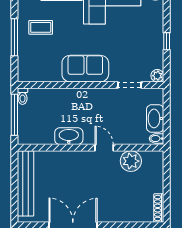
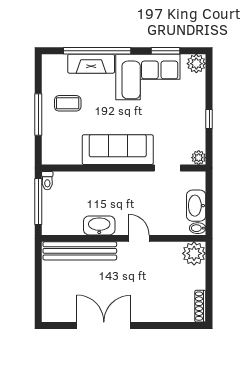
sofa: (85, 69) -> (118, 150), width x1.36
plant: (131, 161) -> (194, 253), moved
bench: (26, 183) -> (80, 251), moved, turned 90

